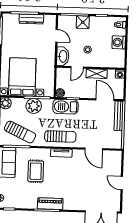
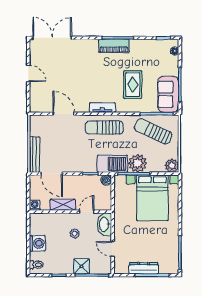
barbecue: (65, 107) -> (112, 164), moved

